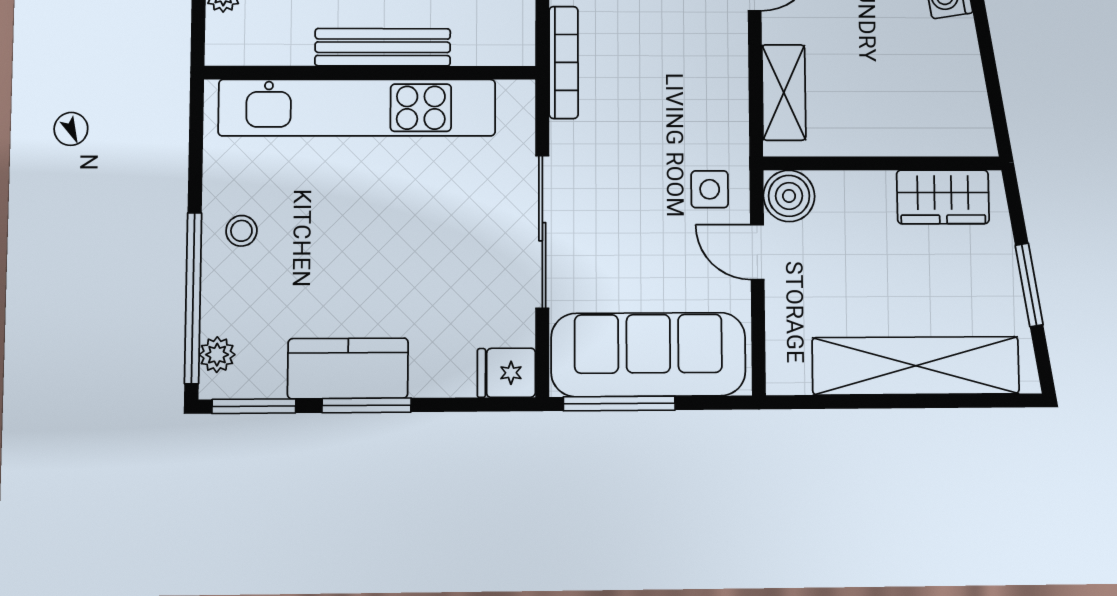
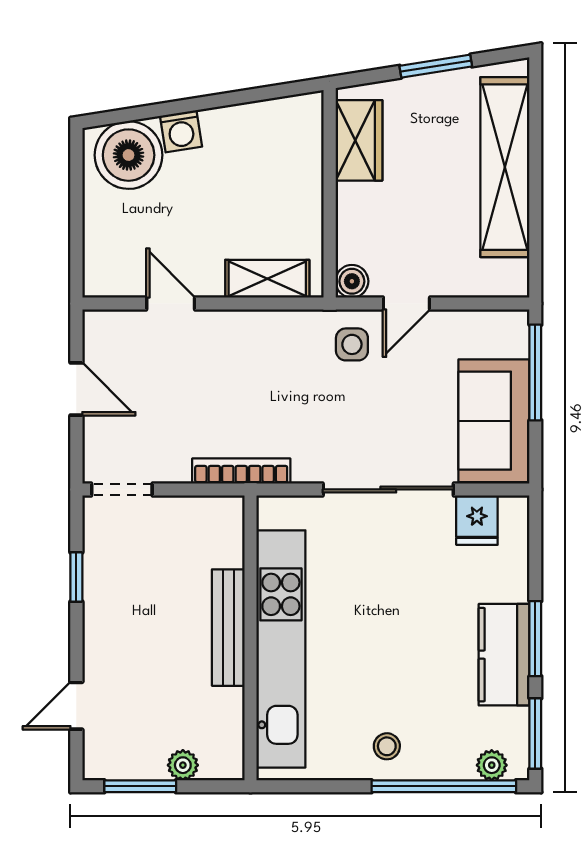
boiler: (789, 196) -> (352, 281), width x0.73, depth x0.73
sofa: (648, 355) -> (494, 421), width x0.73
fridge: (506, 373) -> (477, 520), moved
window: (619, 403) -> (535, 373), moved

